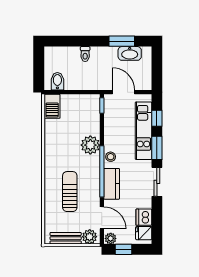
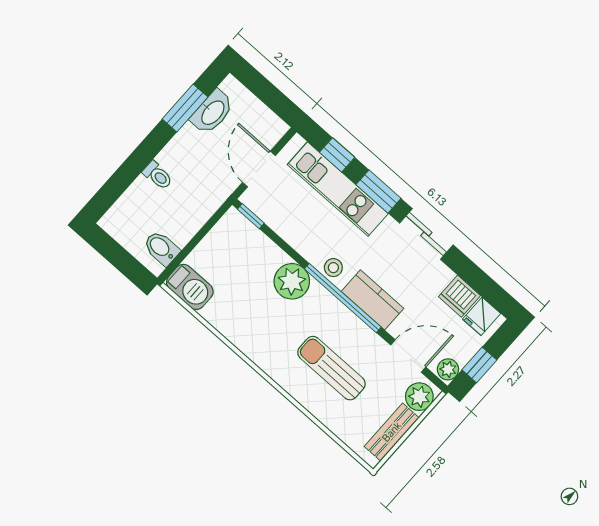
door: (124, 92) -> (259, 169), hinge flipped

